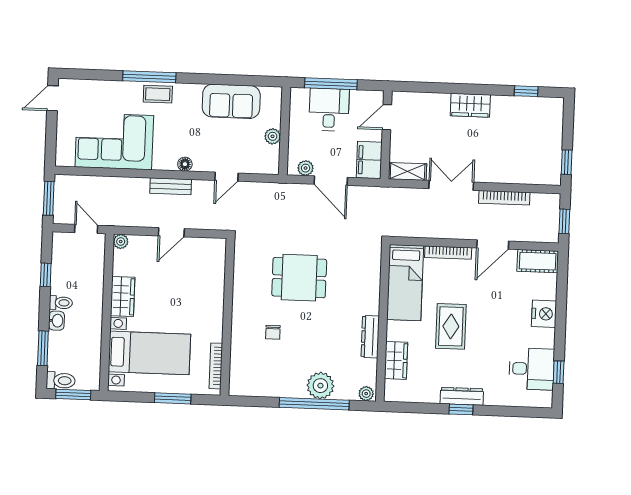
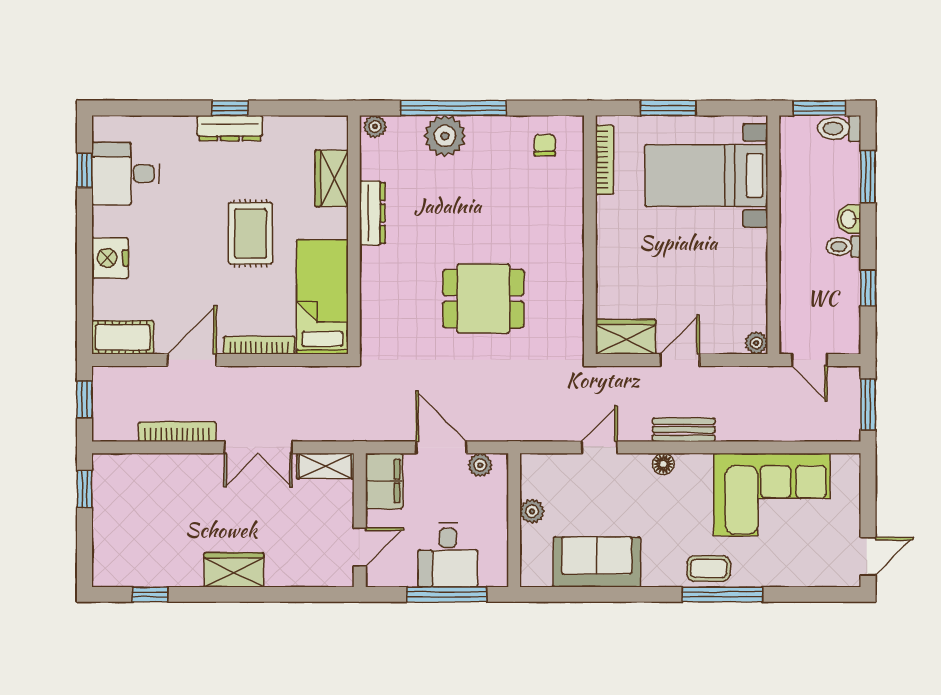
wardrobe: (123, 296) -> (626, 337), moved, turned 90
chair: (273, 332) -> (545, 145), moved

